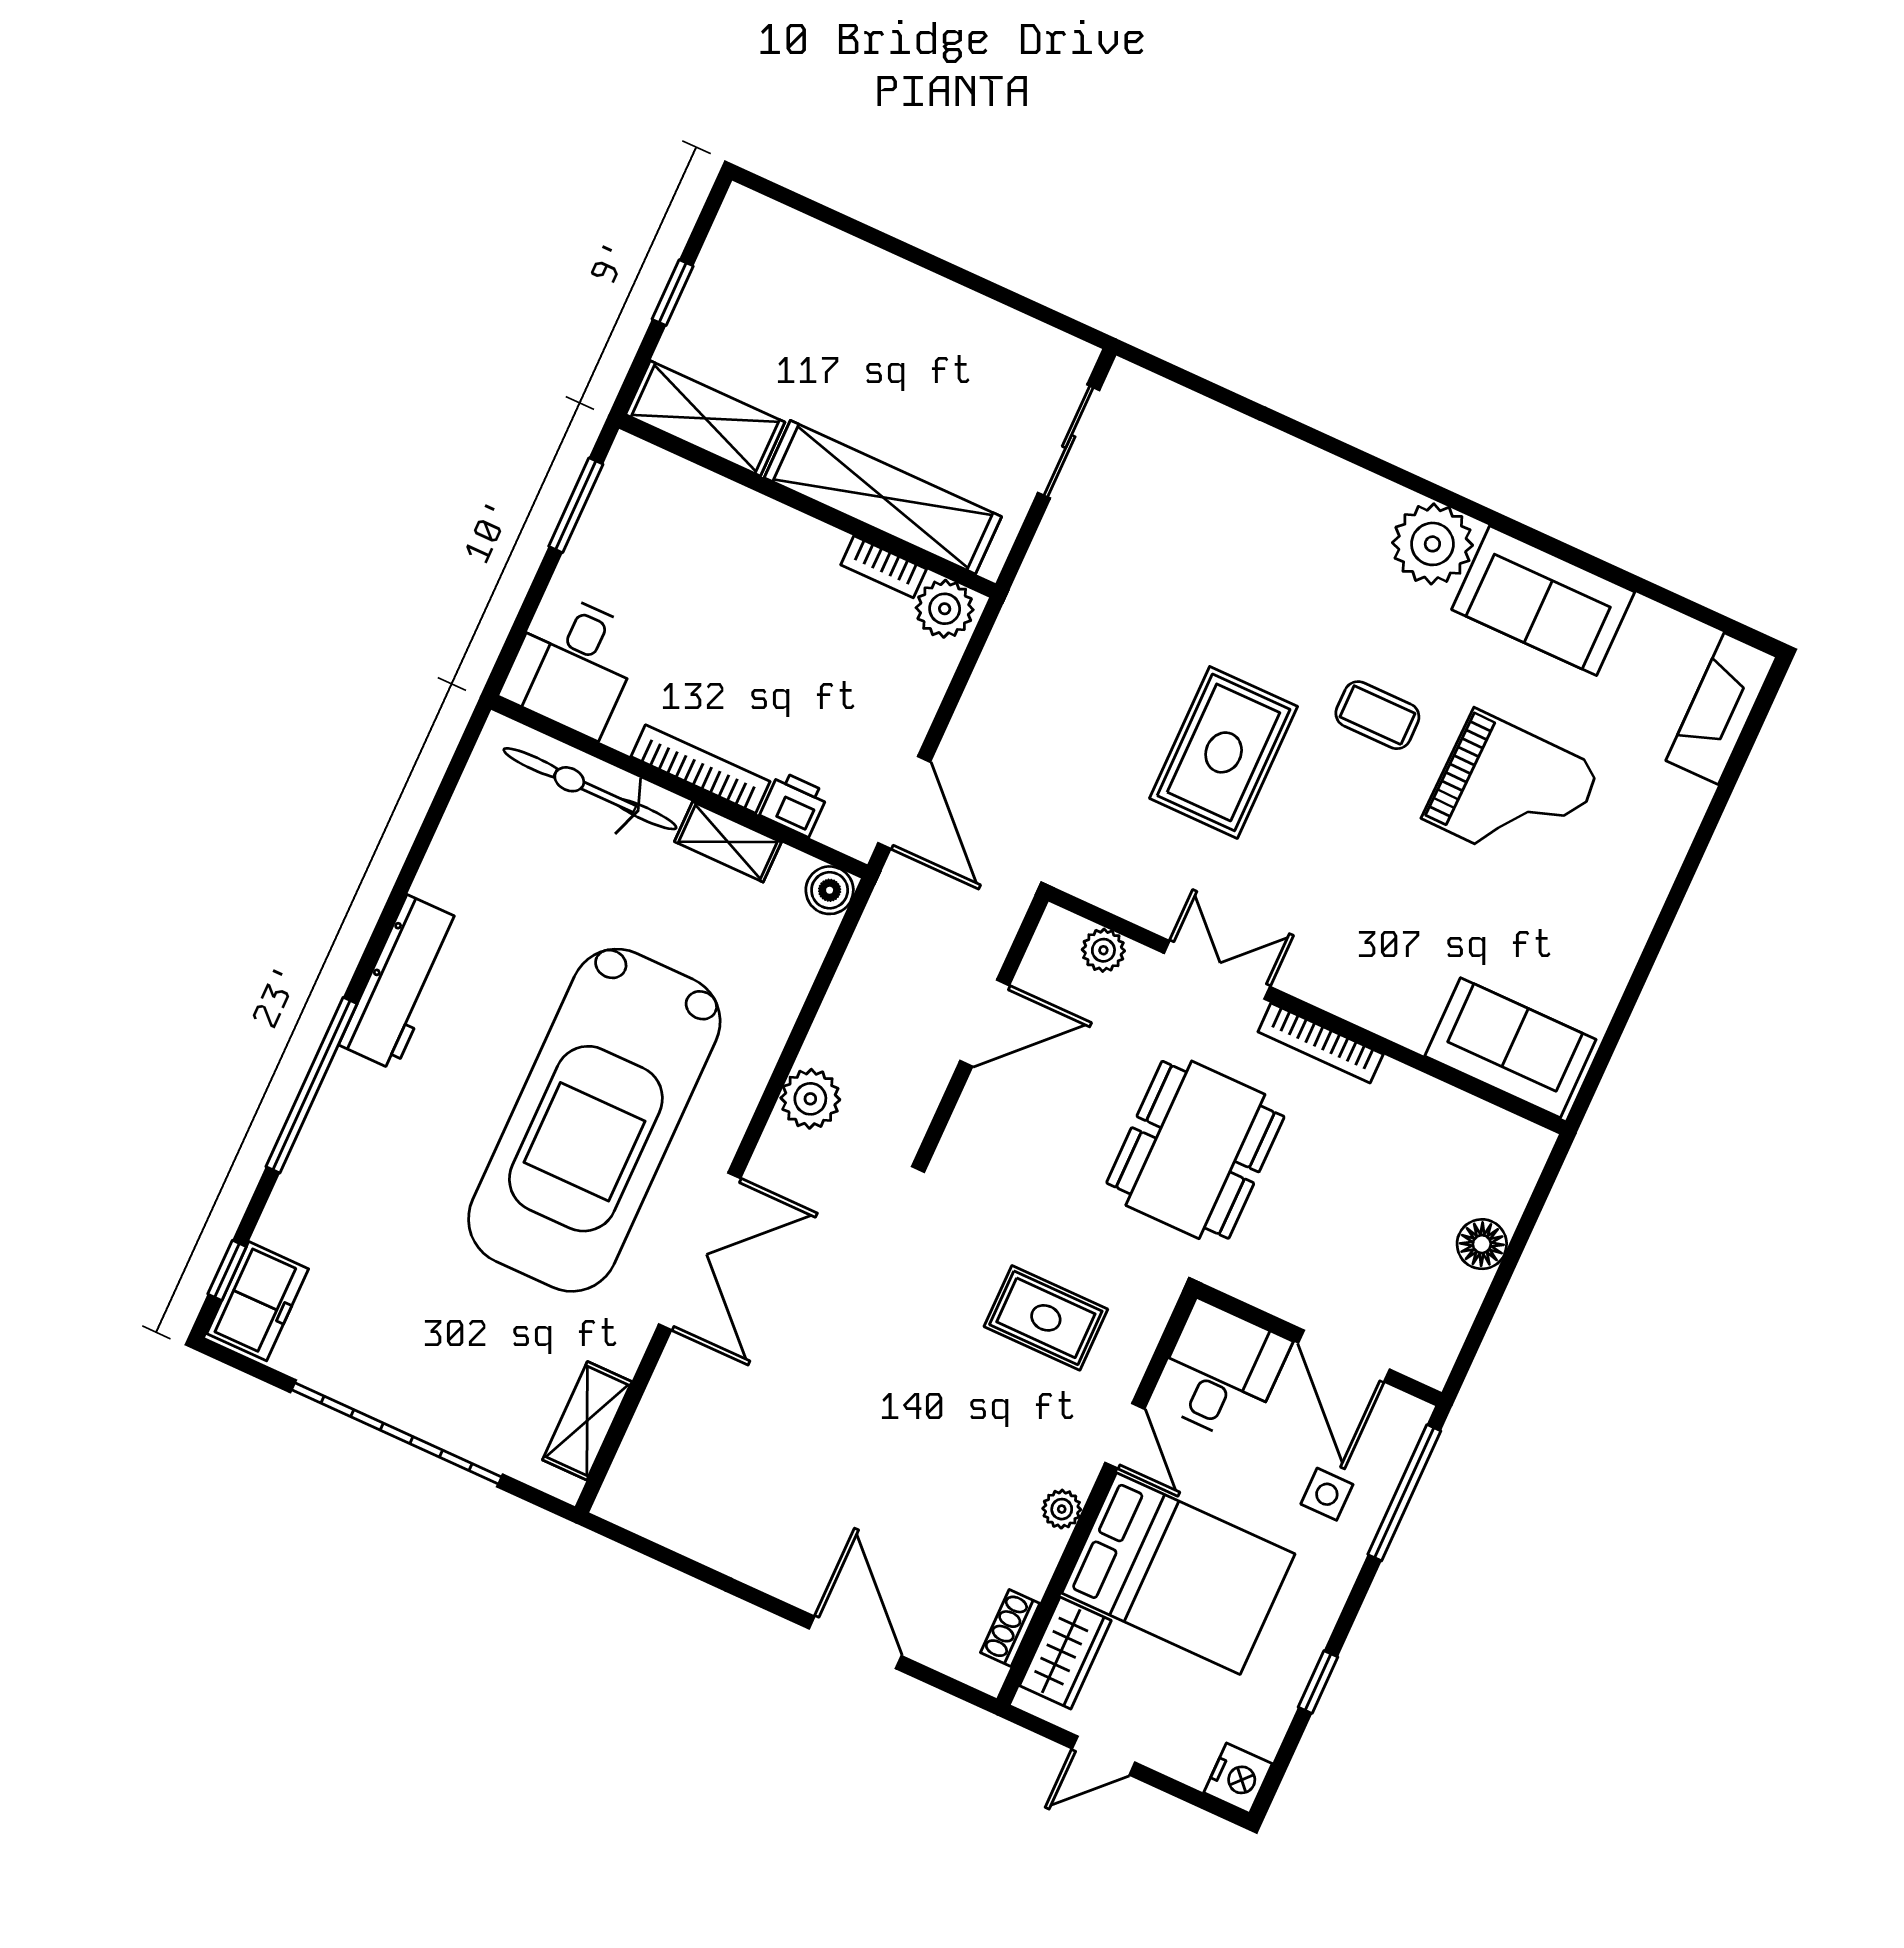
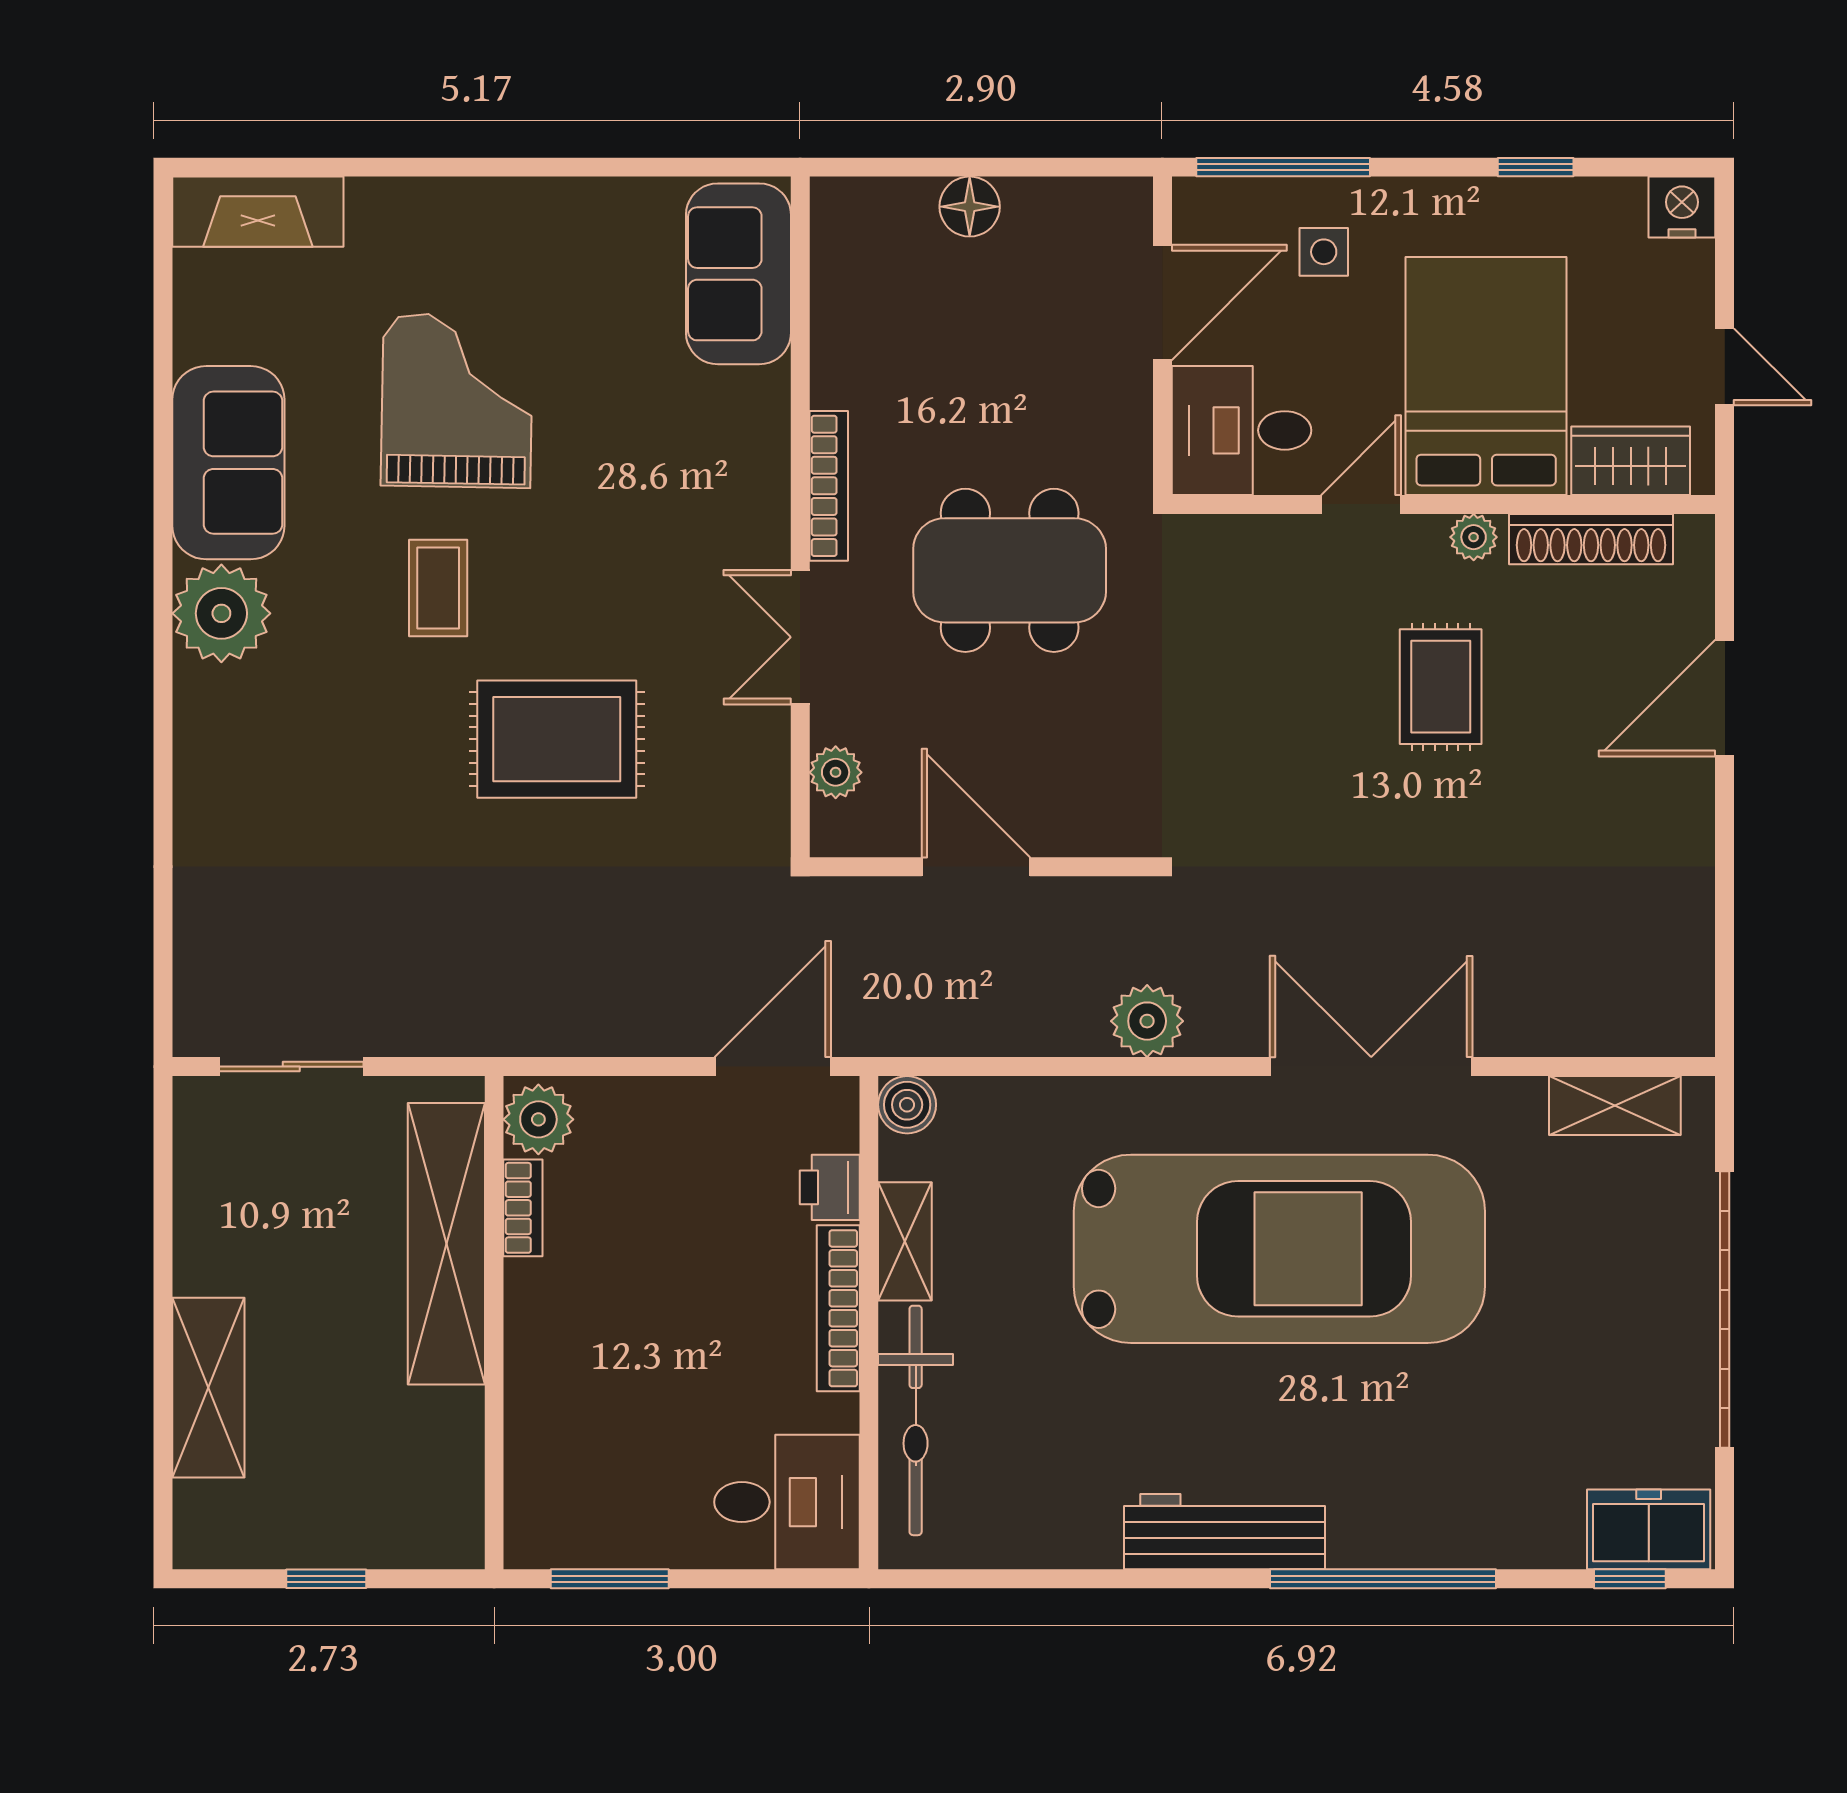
shelving: (705, 418) -> (208, 1388), moved
rug: (1046, 1318) -> (1441, 687), moved
shoe rack: (1010, 1628) -> (1591, 539), width x1.94, depth x1.24

